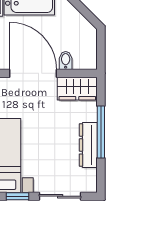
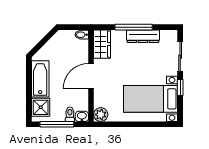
bidet: (66, 60) -> (82, 35), moved
door: (33, 73) -> (91, 76), width x0.73

